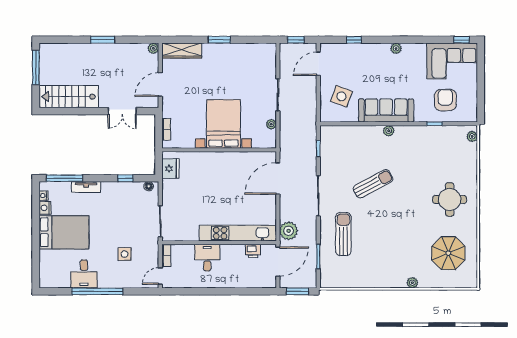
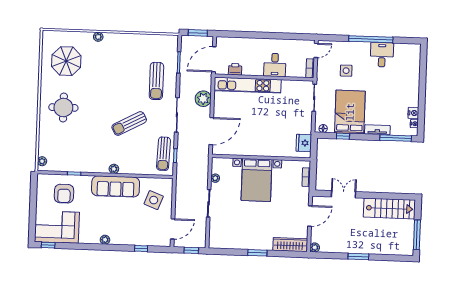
sun lounger: (332, 150) -> (163, 154), added
plant: (289, 231) -> (203, 99), moved
bed: (64, 232) -> (350, 112), moved, turned 90

